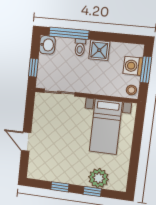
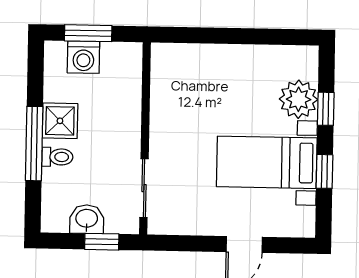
window: (69, 33) -> (34, 144), moved
washbasin: (47, 45) -> (87, 219), moved
stool: (131, 90) -> (127, 55), removed
bed with nightstands: (106, 127) -> (267, 162), moved, turned 180

